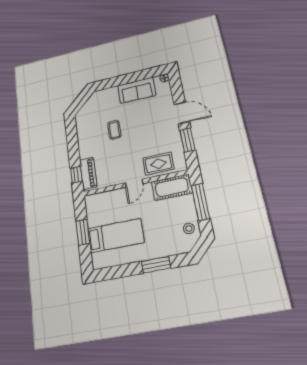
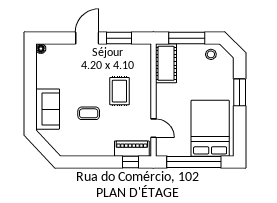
sofa: (137, 90) -> (48, 109), moved
rug: (158, 164) -> (119, 91), moved
door: (134, 183) -> (153, 128), moved
window: (83, 232) -> (194, 162), width x2.11
bed: (116, 235) -> (210, 128), width x1.50

